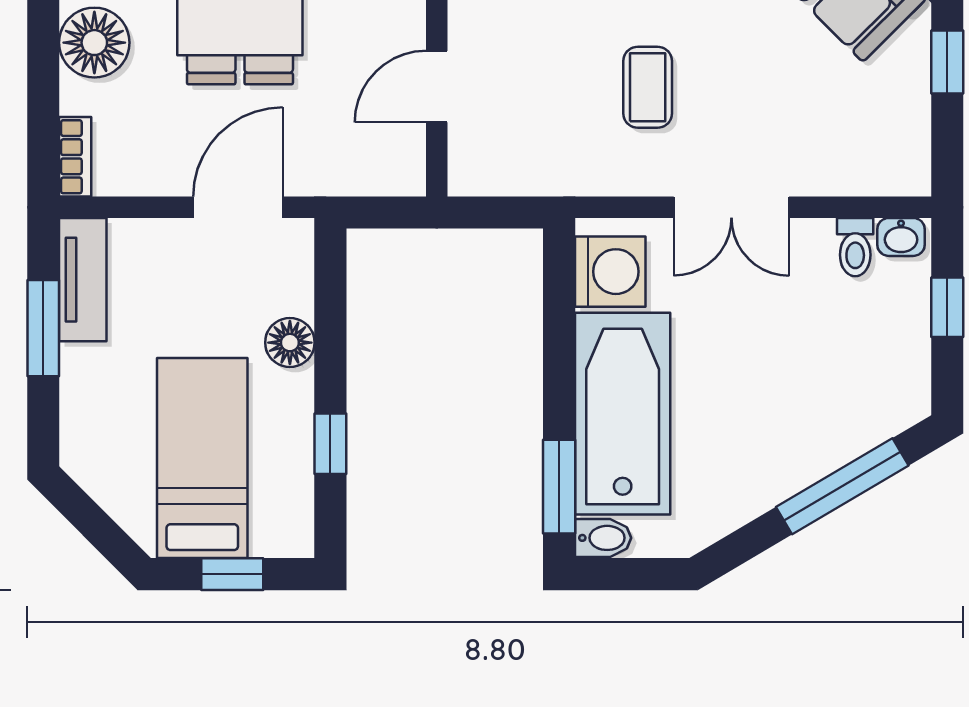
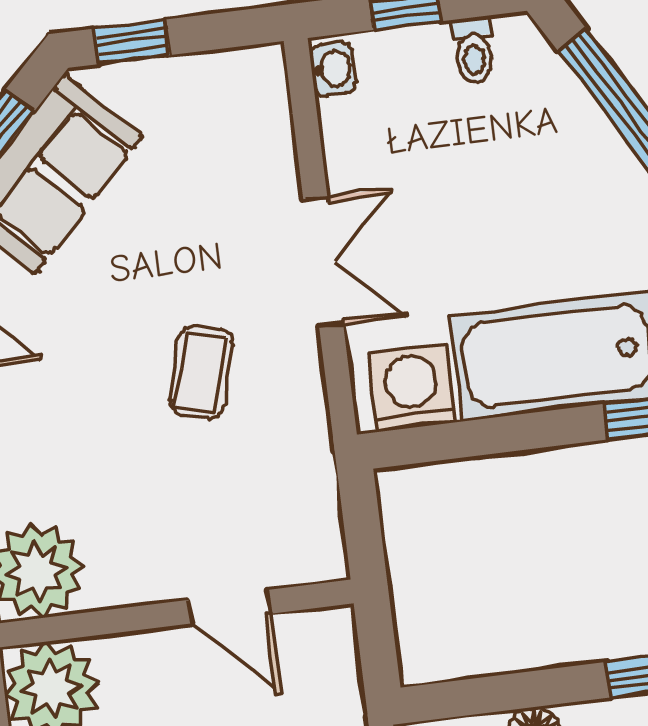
coffee table: (648, 87) -> (201, 372), turned -74
toilet: (855, 247) -> (473, 51), moved, turned 90

